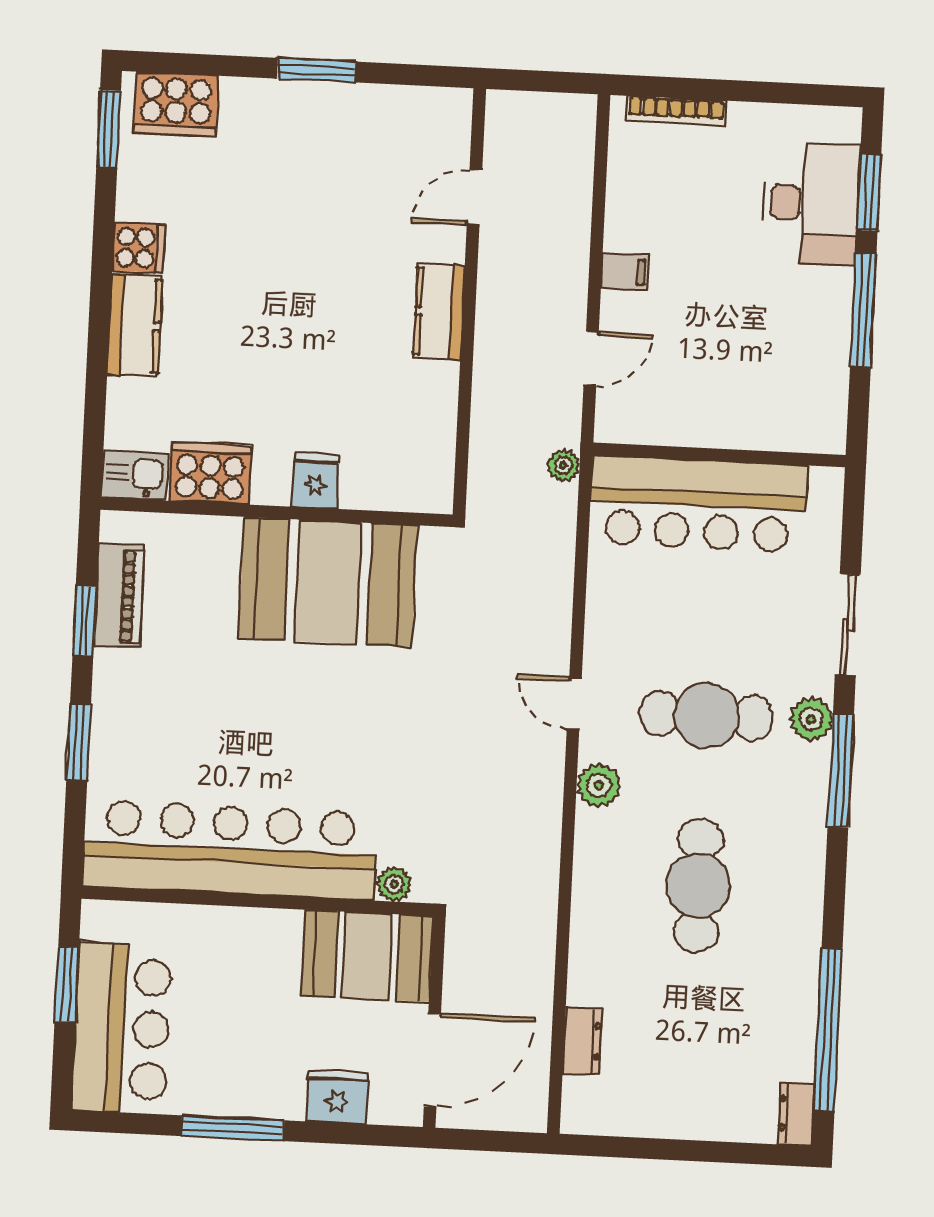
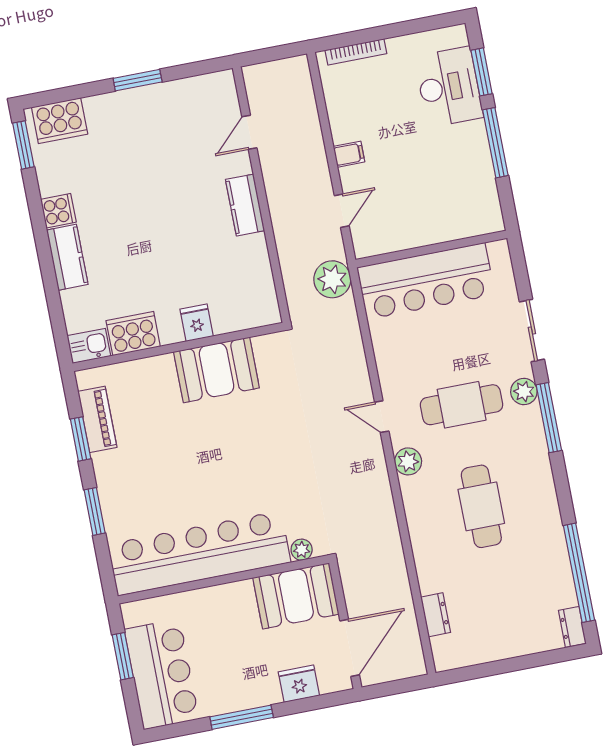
plant: (563, 465) -> (332, 279), width x1.88, depth x1.88
booth: (328, 582) -> (216, 370), width x0.73, depth x0.70

